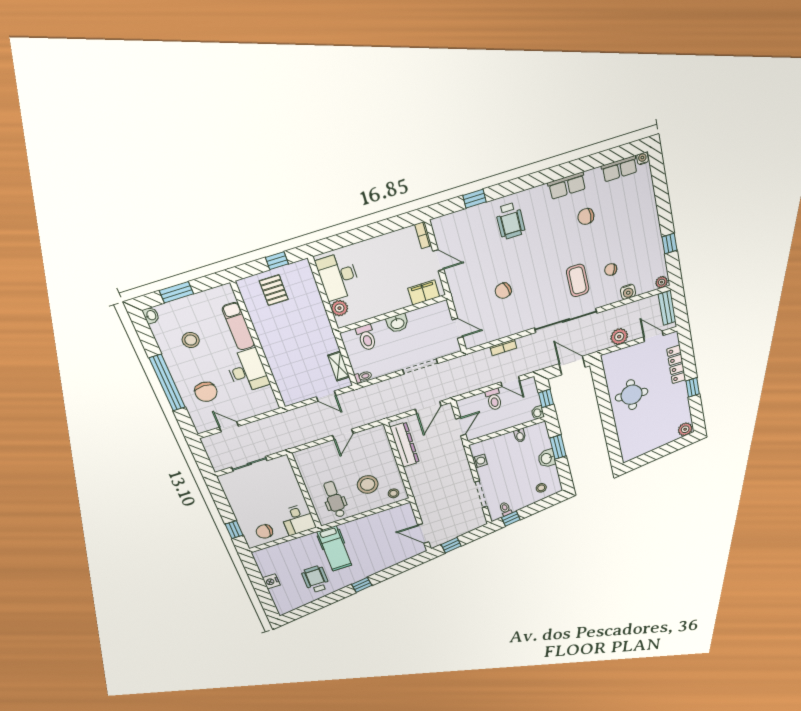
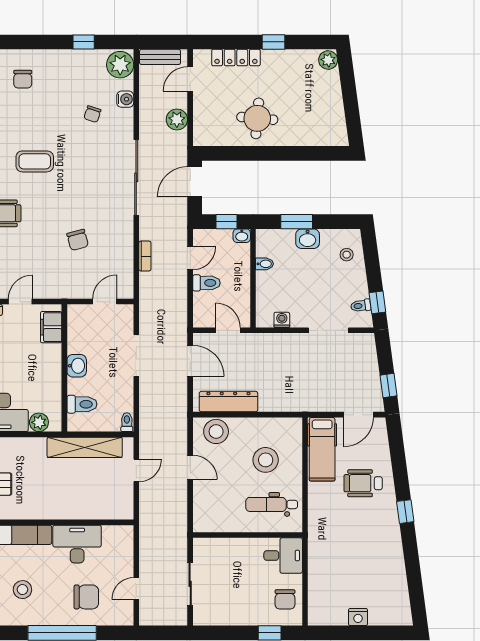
chair: (586, 216) -> (23, 79), moved
coffee table: (578, 280) -> (35, 161), moved
plant: (662, 282) -> (120, 65), width x1.88, depth x1.88
shelving: (339, 366) -> (85, 447), width x2.20, depth x1.33
stool: (393, 493) -> (216, 431), moved, width x1.89, depth x1.89
hospital bed: (334, 548) -> (322, 449), moved, turned 90
wheelchair: (316, 579) -> (363, 483), moved

